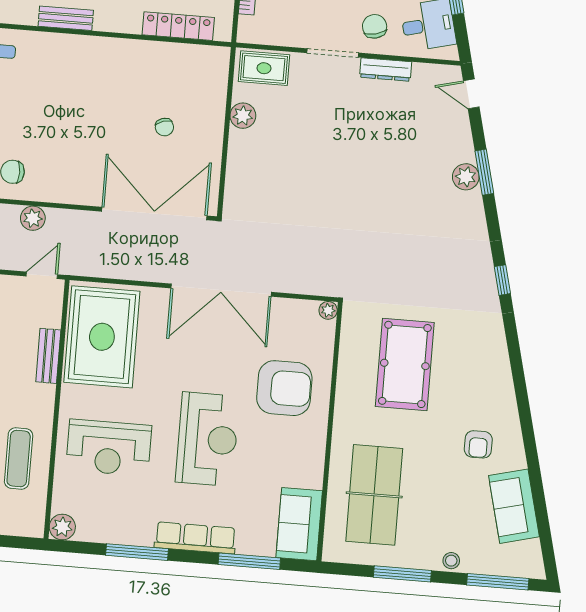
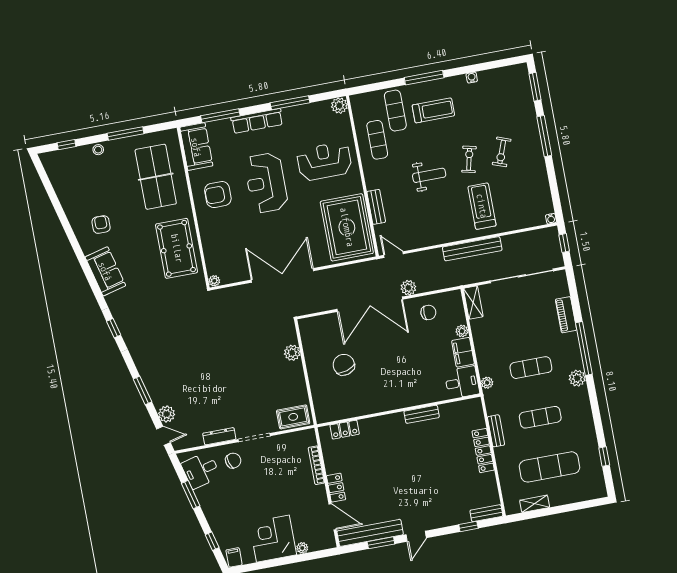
locker: (178, 26) -> (345, 430), width x0.66
chair: (375, 26) -> (233, 461), turned -94
plant: (243, 116) -> (292, 353), moved
chair: (164, 127) -> (344, 365), width x1.87, depth x1.87
plant: (466, 177) -> (167, 414), moved
double door: (154, 214) -> (370, 304), moved
door: (42, 275) -> (393, 255), swing flipped
pool table: (405, 364) -> (177, 248), moved
armchair: (284, 388) -> (218, 195), moved, width x0.73, depth x0.73
sofa: (514, 506) -> (105, 271), moved
window: (498, 582) -> (66, 145), width x0.46

